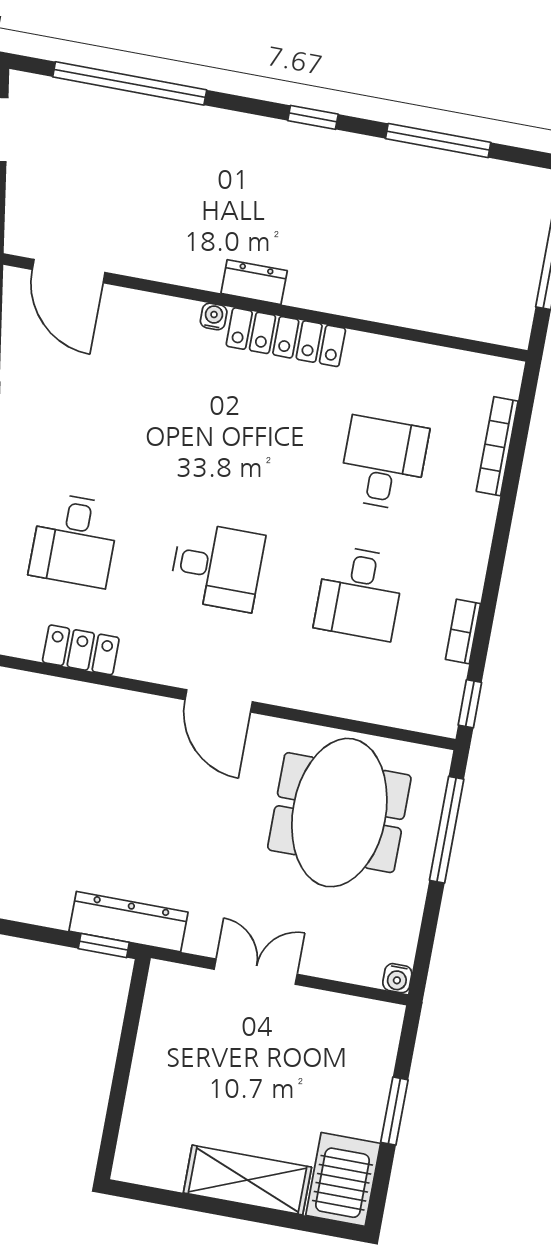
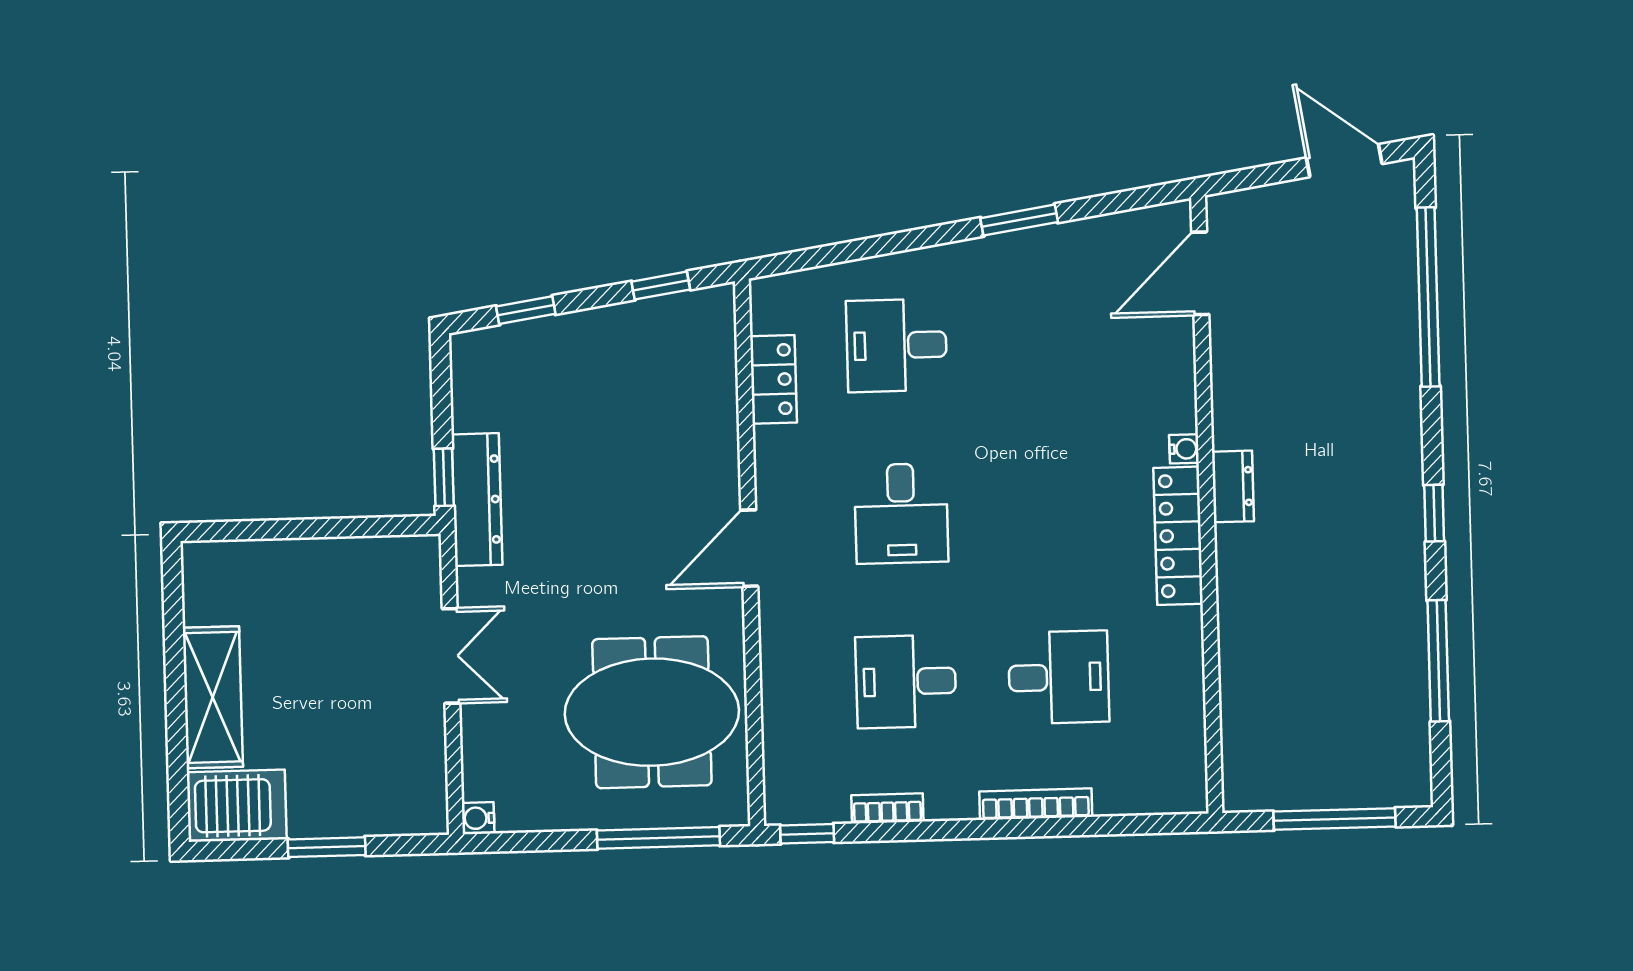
bookcase: (497, 446) -> (1036, 804), moved

